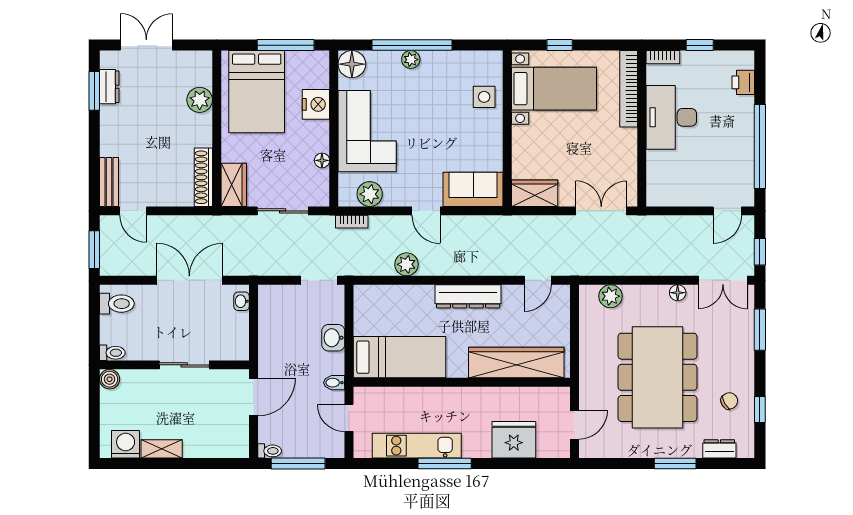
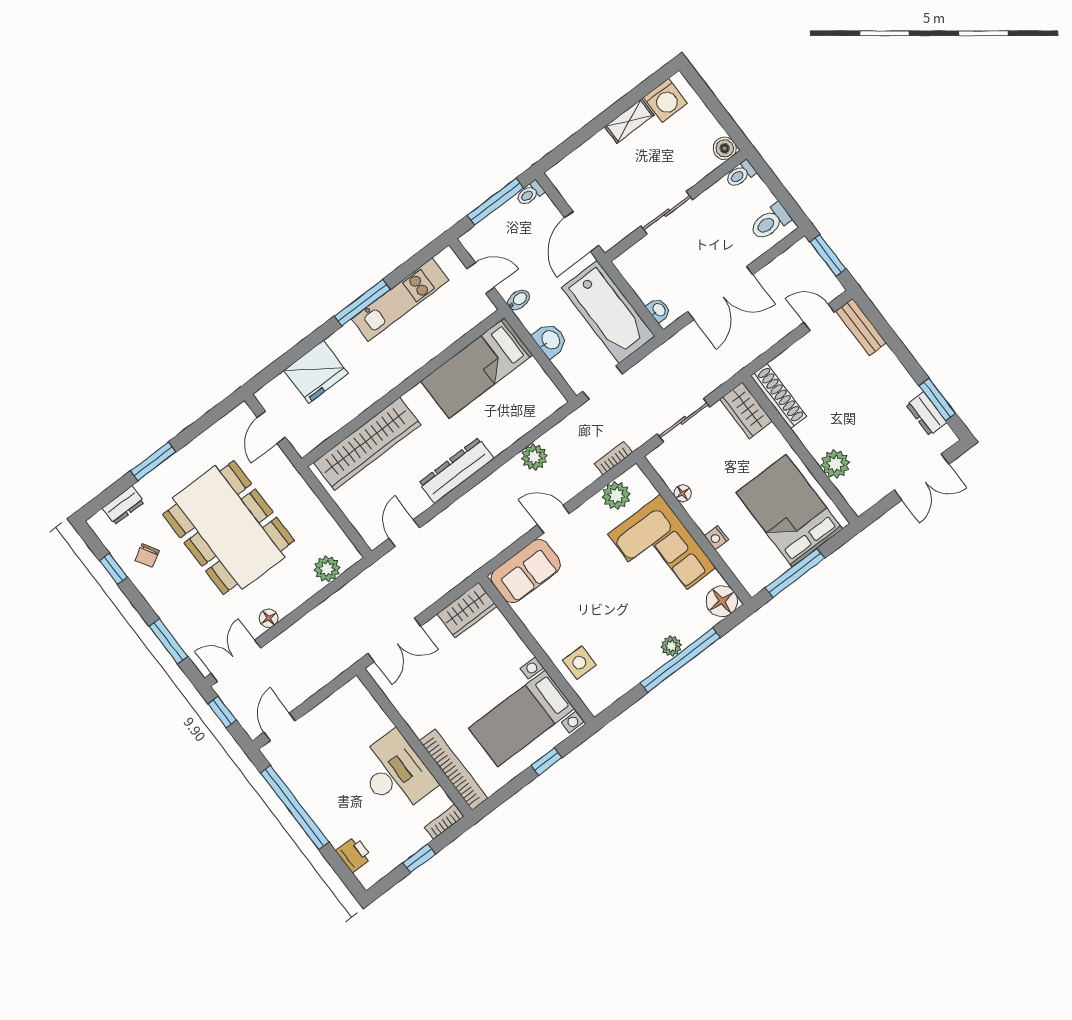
nightstand: (316, 104) -> (716, 538), width x0.53, depth x0.56
bathtub: (278, 327) -> (608, 312), added

